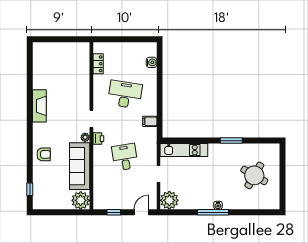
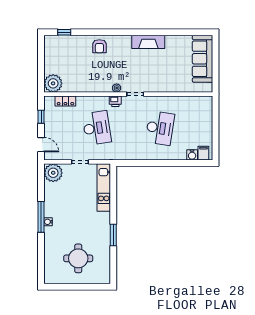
locker: (98, 64) -> (65, 101), moved
filing cabinet: (150, 121) -> (203, 153), moved
desk: (125, 157) -> (97, 128), width x1.37
sofa: (80, 166) -> (203, 59), moved, turned -90
round table: (254, 175) -> (78, 258), turned -30

